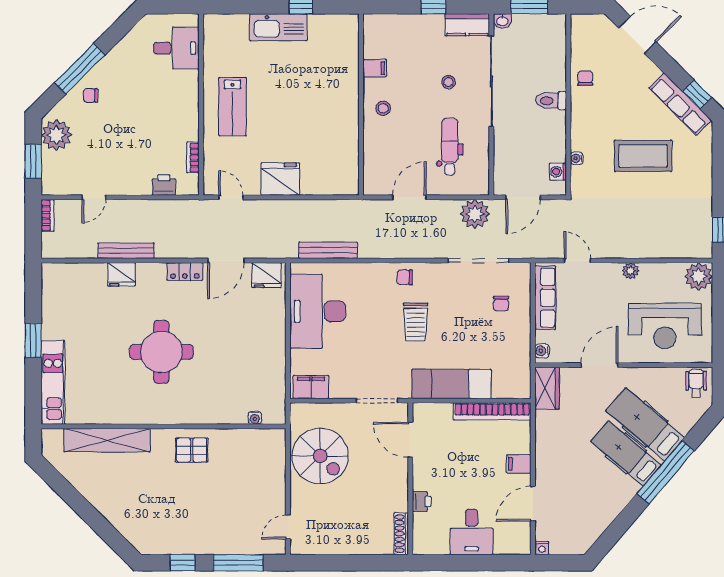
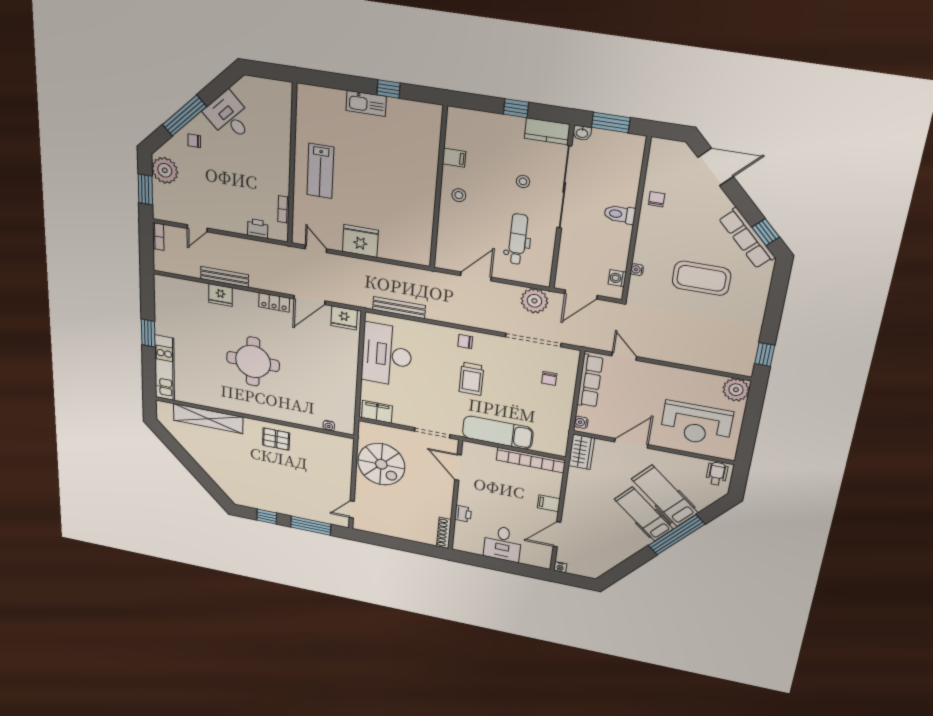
kitchen sink: (278, 27) -> (366, 103), width x0.73, depth x0.81
desk: (176, 48) -> (229, 117), moved, turned -135
plant: (631, 271) -> (672, 374), removed

